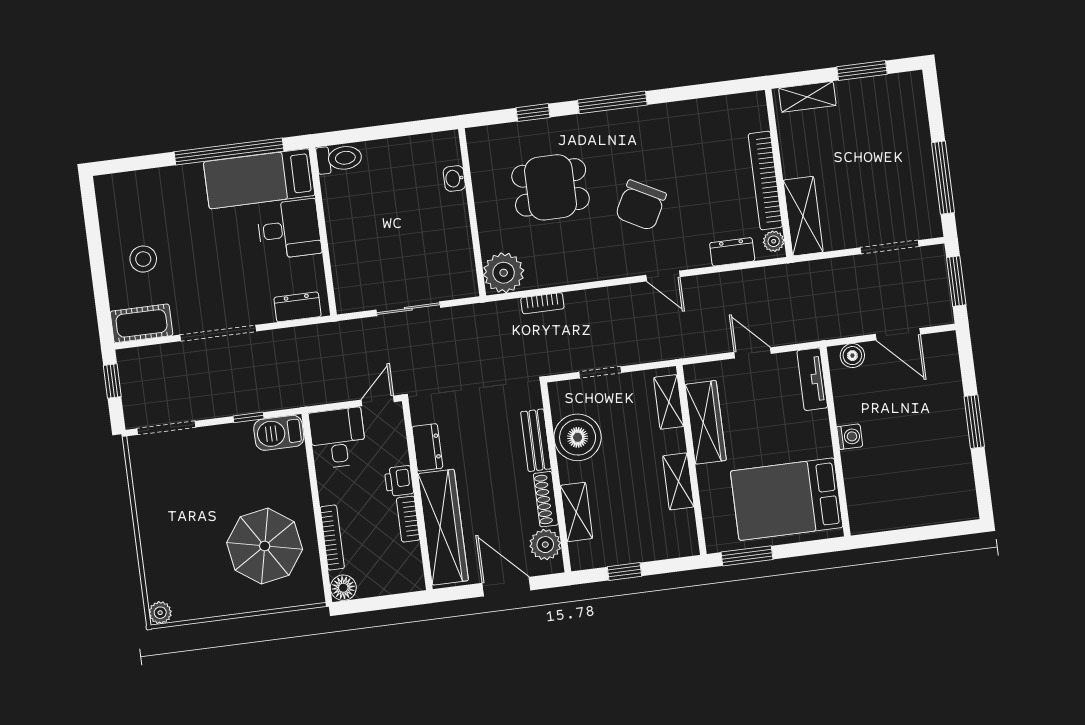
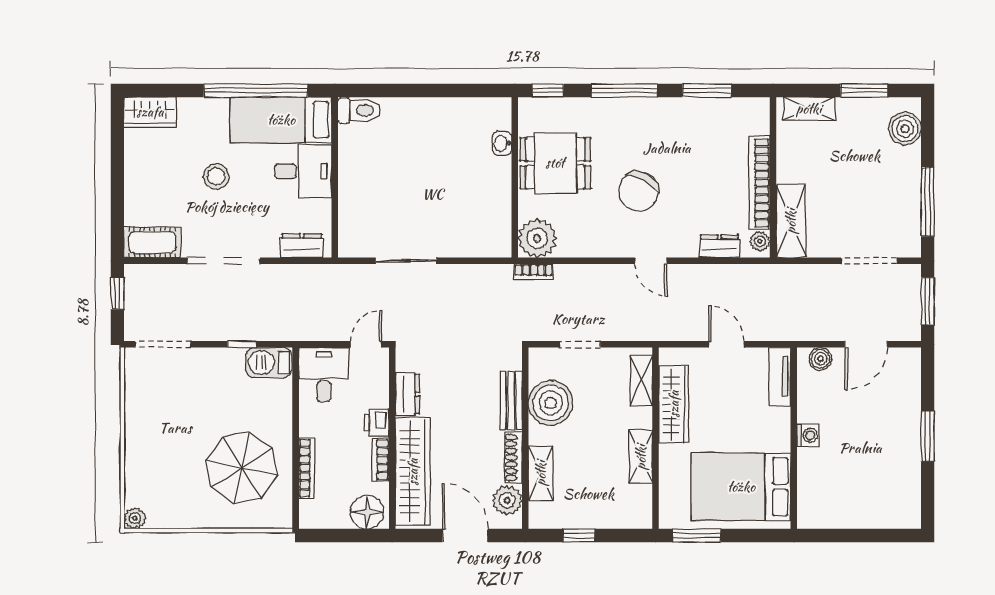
window: (698, 91) -> (707, 90), added
boiler: (910, 105) -> (905, 129), added
washbasin: (454, 178) -> (502, 143), moved
wardrobe: (122, 188) -> (150, 112), added
wall: (472, 212) -> (515, 177), moved
stool: (143, 259) -> (216, 176), moved
plant: (504, 273) -> (537, 238), moved
door: (898, 334) -> (866, 344), hinge flipped
floor lamp: (343, 588) -> (367, 512), moved, width x1.38, depth x1.38

